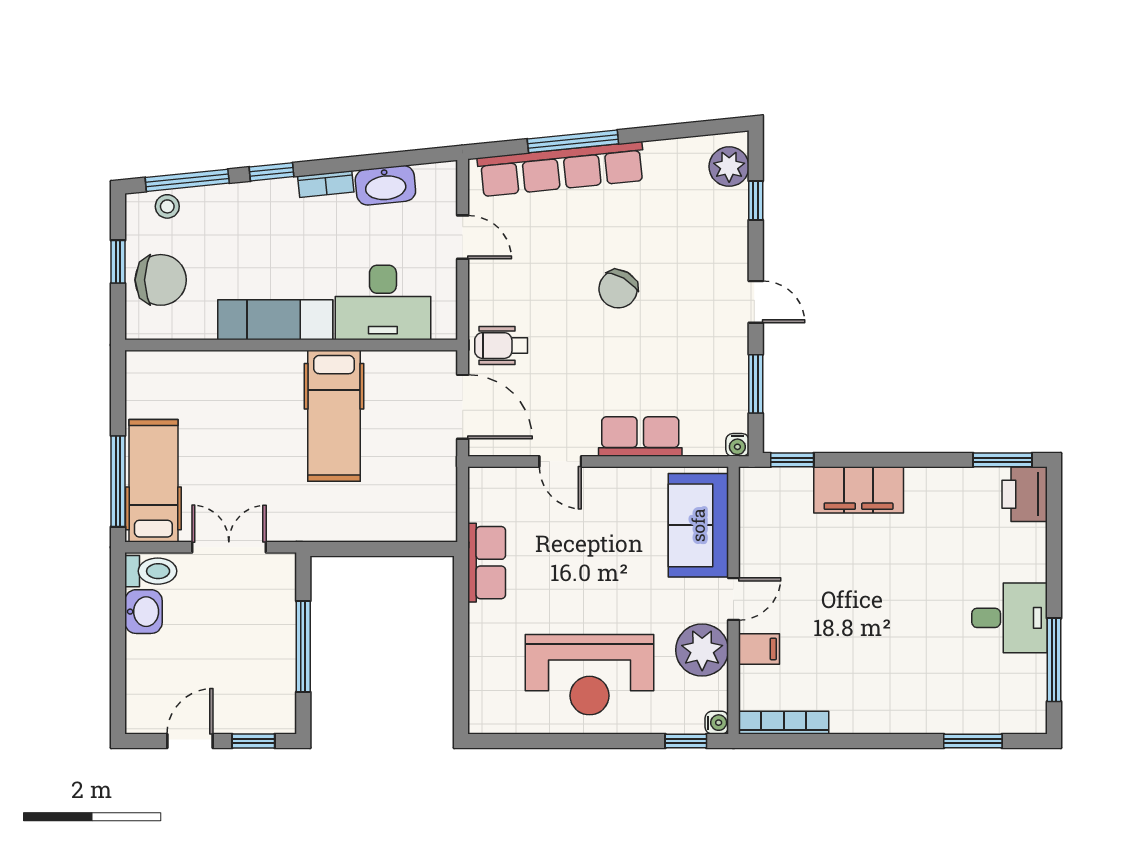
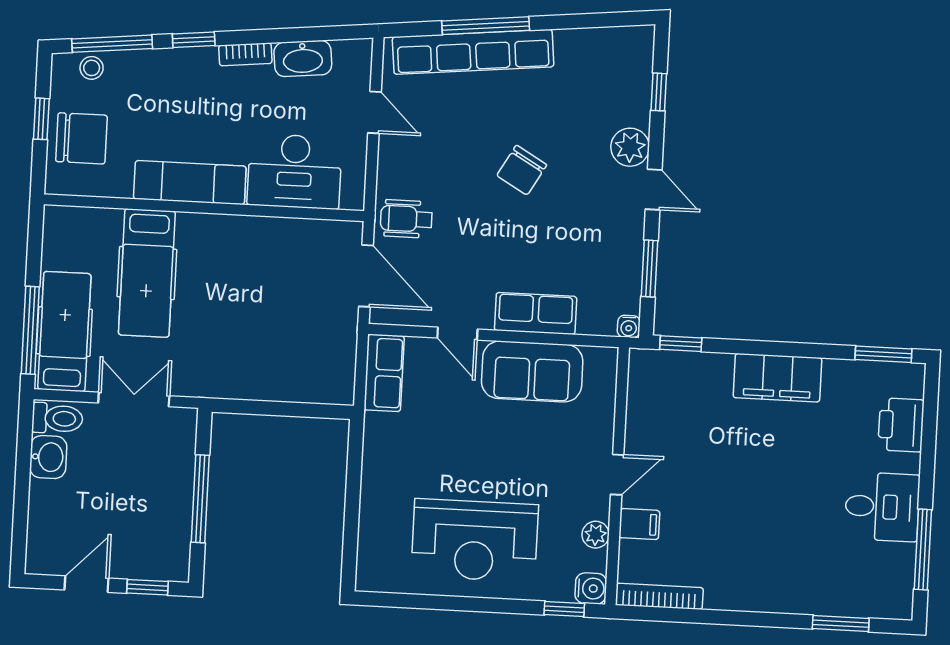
plant: (729, 167) -> (630, 147), moved
hospital bed: (334, 416) -> (147, 273), moved
filing cabinet: (859, 490) -> (777, 378), moved
printer: (1025, 494) -> (901, 425), moved
sofa: (698, 525) -> (532, 371), moved, turned -90
row of seats: (487, 563) -> (384, 373), moved
plant: (702, 650) -> (596, 535), width x0.53, depth x0.53
water cooler: (717, 723) -> (591, 588), width x1.38, depth x1.38

